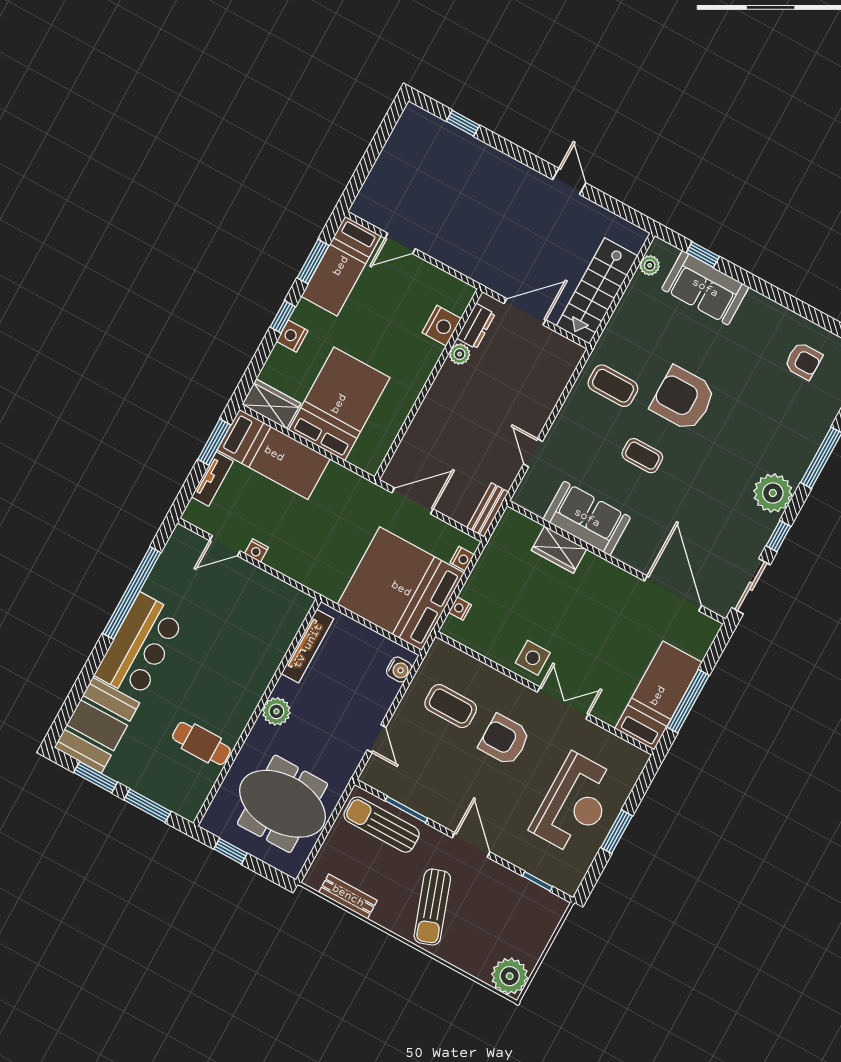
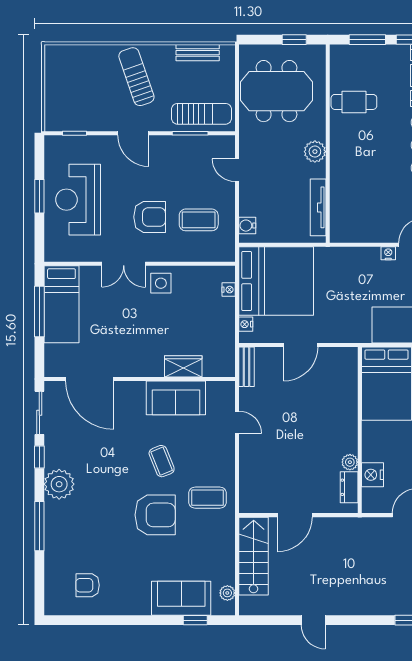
nightstand: (442, 326) -> (373, 475), moved
dresser: (476, 326) -> (349, 487), moved
plant: (460, 354) -> (350, 462), moved
wall: (428, 384) -> (360, 430), moved
coffee table: (642, 456) -> (162, 461), turned 68
plant: (510, 976) -> (58, 59), removed

